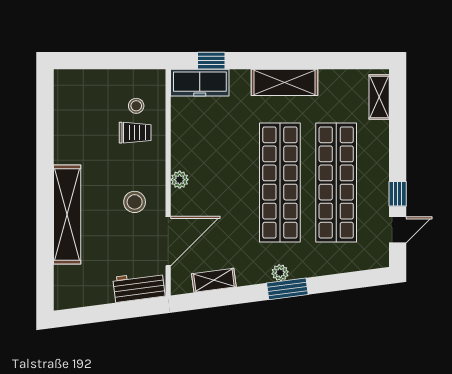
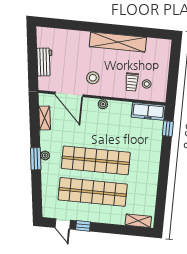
shelving: (284, 82) -> (152, 168), removed
freezer: (200, 83) -> (148, 111), moved, turned -90
shelving: (67, 215) -> (118, 42), moved
workbench: (139, 287) -> (45, 62), moved

